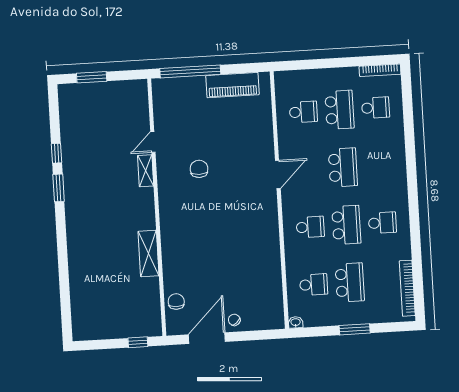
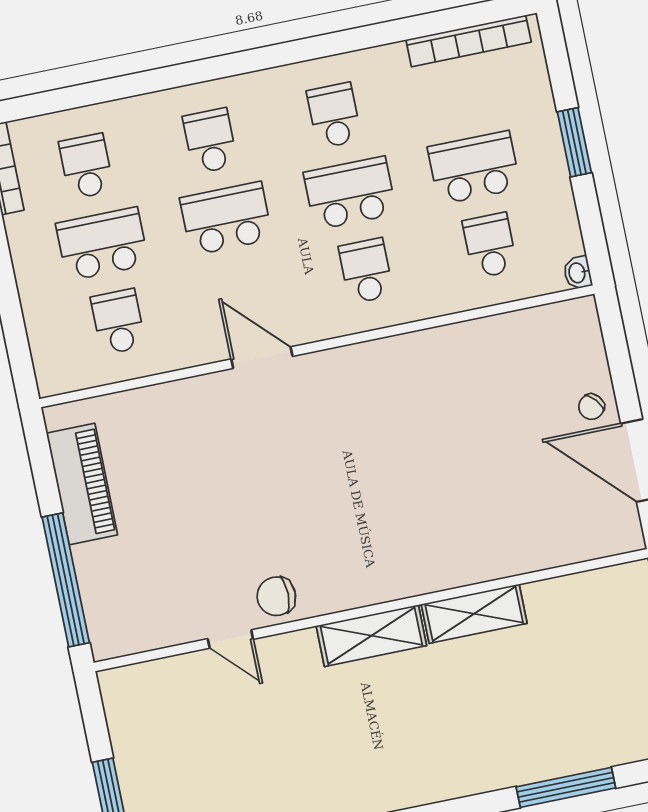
school desk: (379, 165) -> (210, 141), added
chair: (199, 169) -> (276, 596), moved
shelving: (146, 171) -> (371, 636), moved, width x1.50, depth x1.33
window: (64, 284) -> (566, 787), added
chair: (176, 302) -> (570, 539), removed

